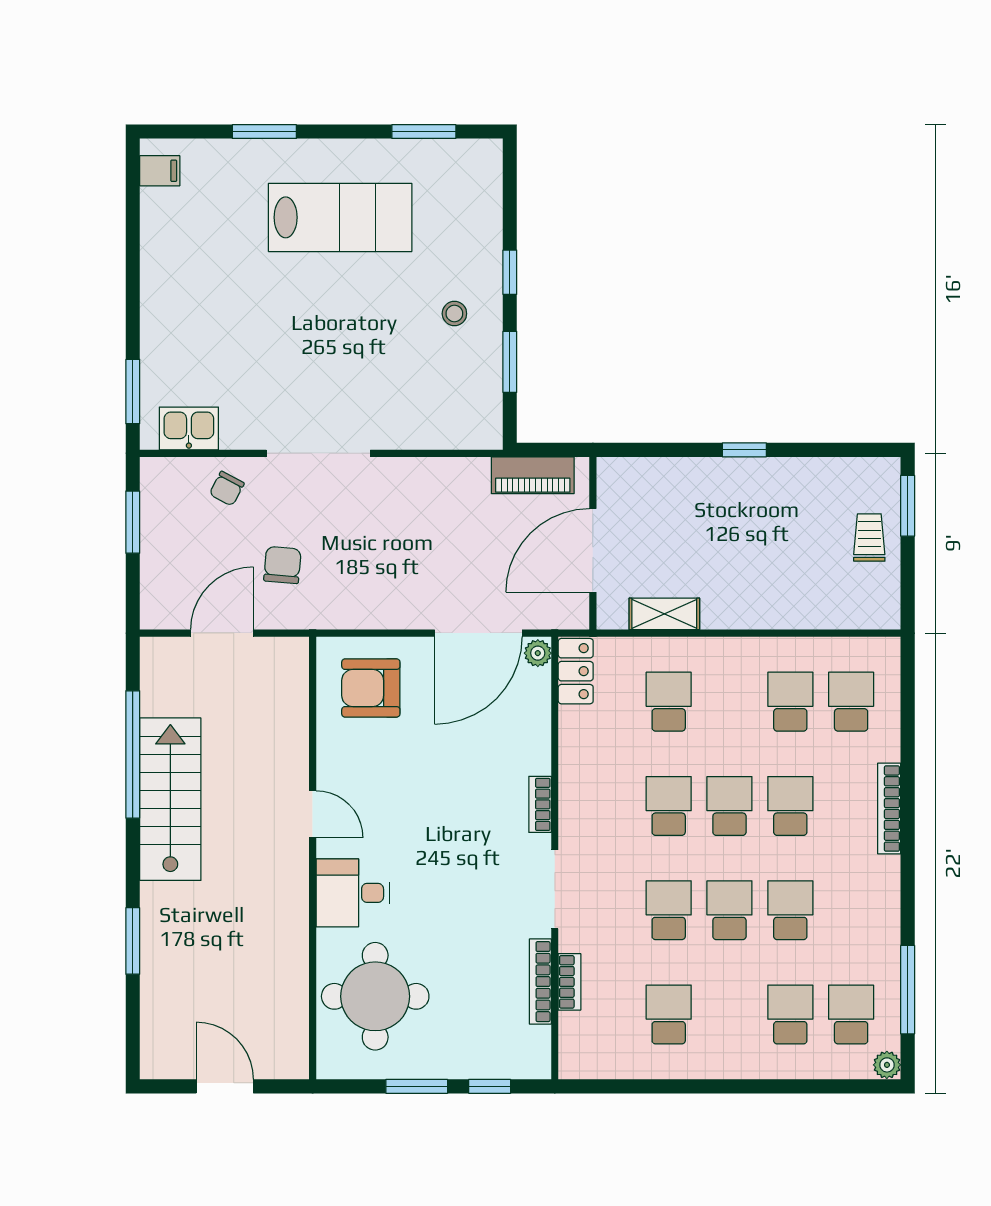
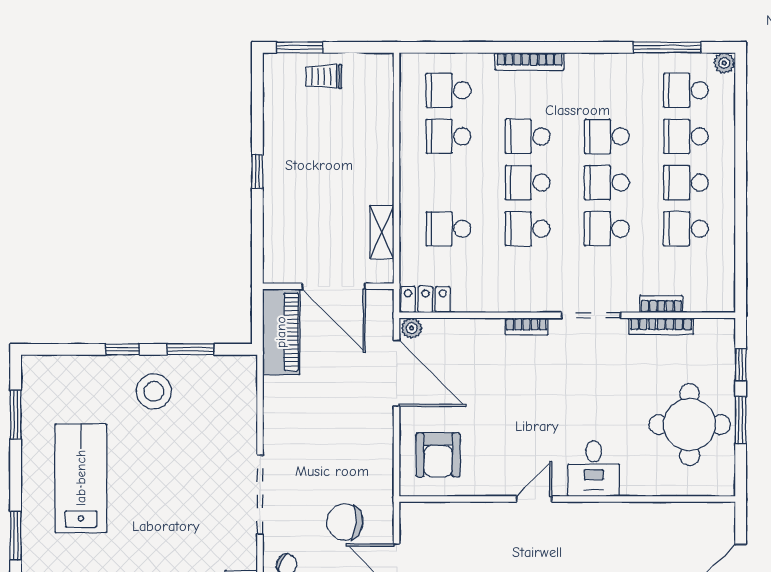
stool: (454, 314) -> (154, 391), width x1.89, depth x1.89
piano: (533, 475) -> (281, 332), width x1.37, depth x1.33
chair: (282, 565) -> (345, 522), width x1.37, depth x1.37
round table: (375, 996) -> (690, 425), moved
school desk: (729, 1014) -> (686, 183), added

